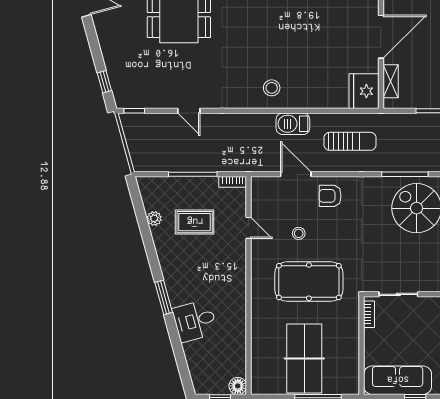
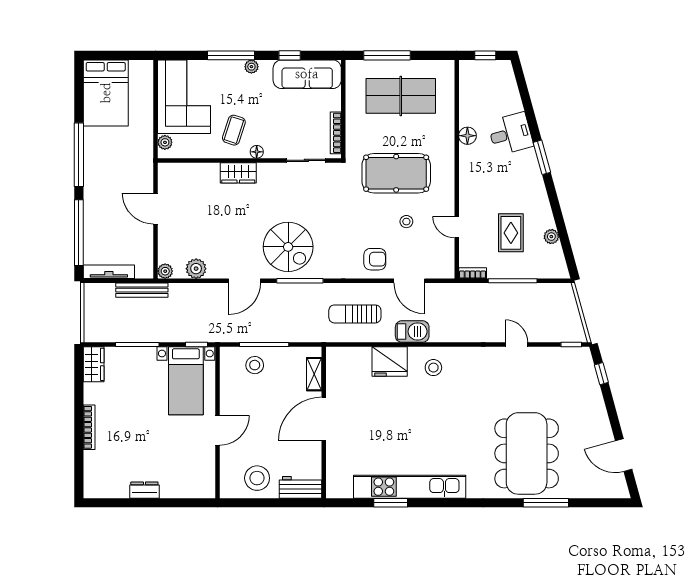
fridge: (364, 91) -> (390, 362), moved, turned 90
rug: (195, 222) -> (511, 233), turned 90
bookcase: (369, 314) -> (336, 133), width x1.56
table tennis table: (304, 359) -> (401, 96), turned 90
floor lamp: (238, 386) -> (467, 136), moved

